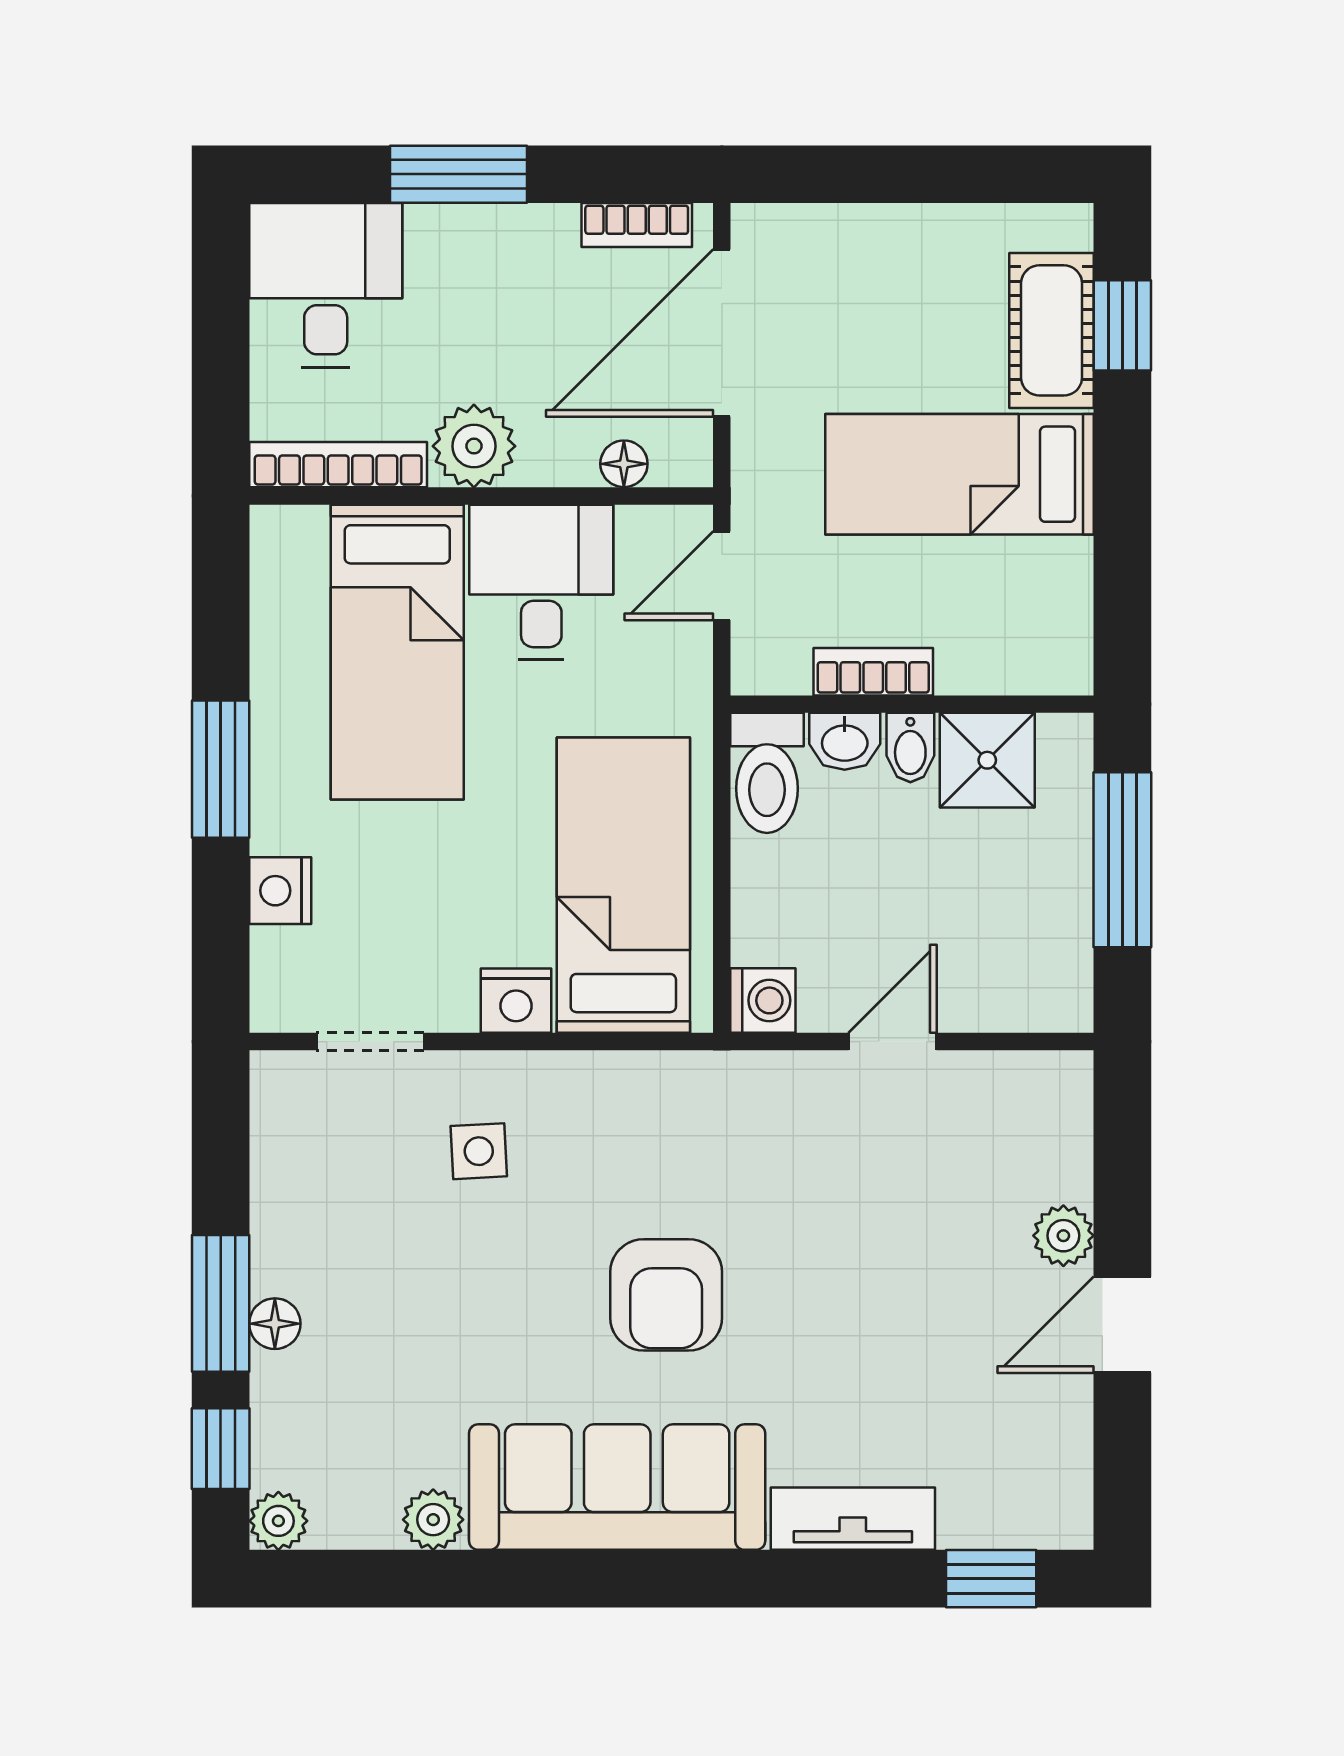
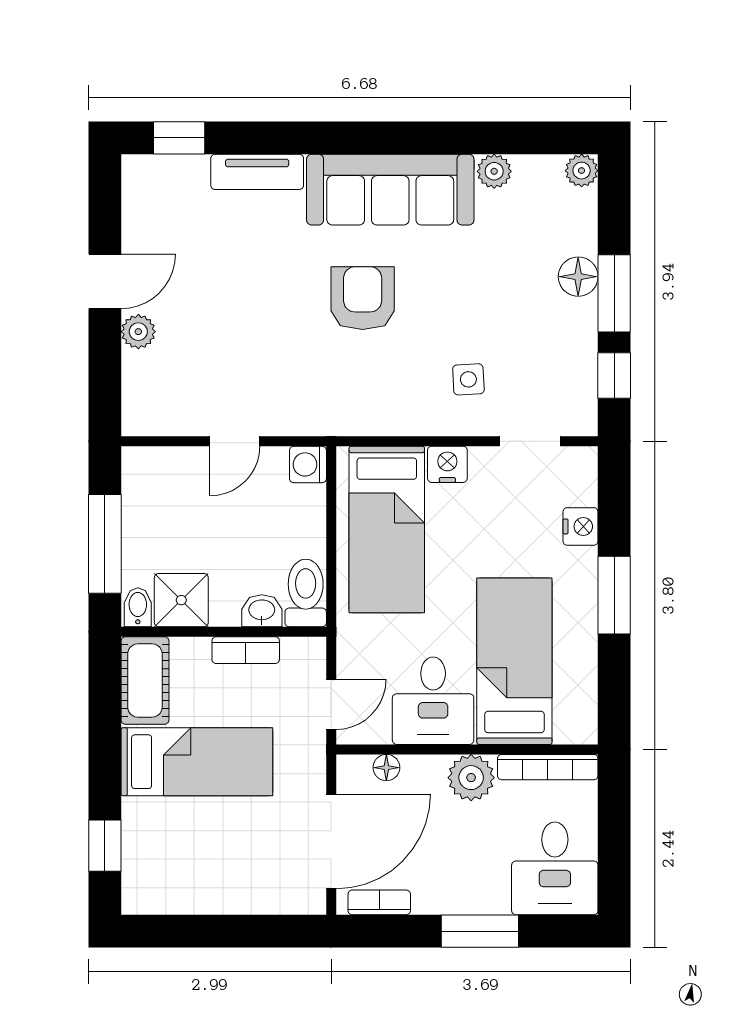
cot: (1052, 330) -> (145, 680), moved
bidet: (910, 748) -> (138, 607), moved
floor lamp: (275, 1324) -> (578, 277), width x1.37, depth x1.37
window: (221, 1449) -> (614, 375), moved

